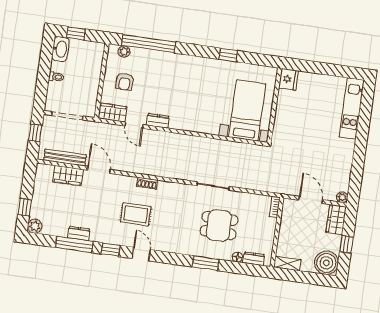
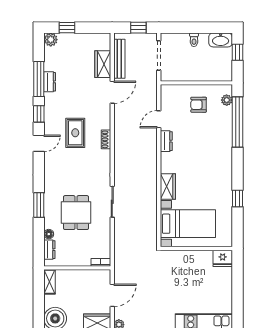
wardrobe: (112, 113) -> (168, 186), moved

